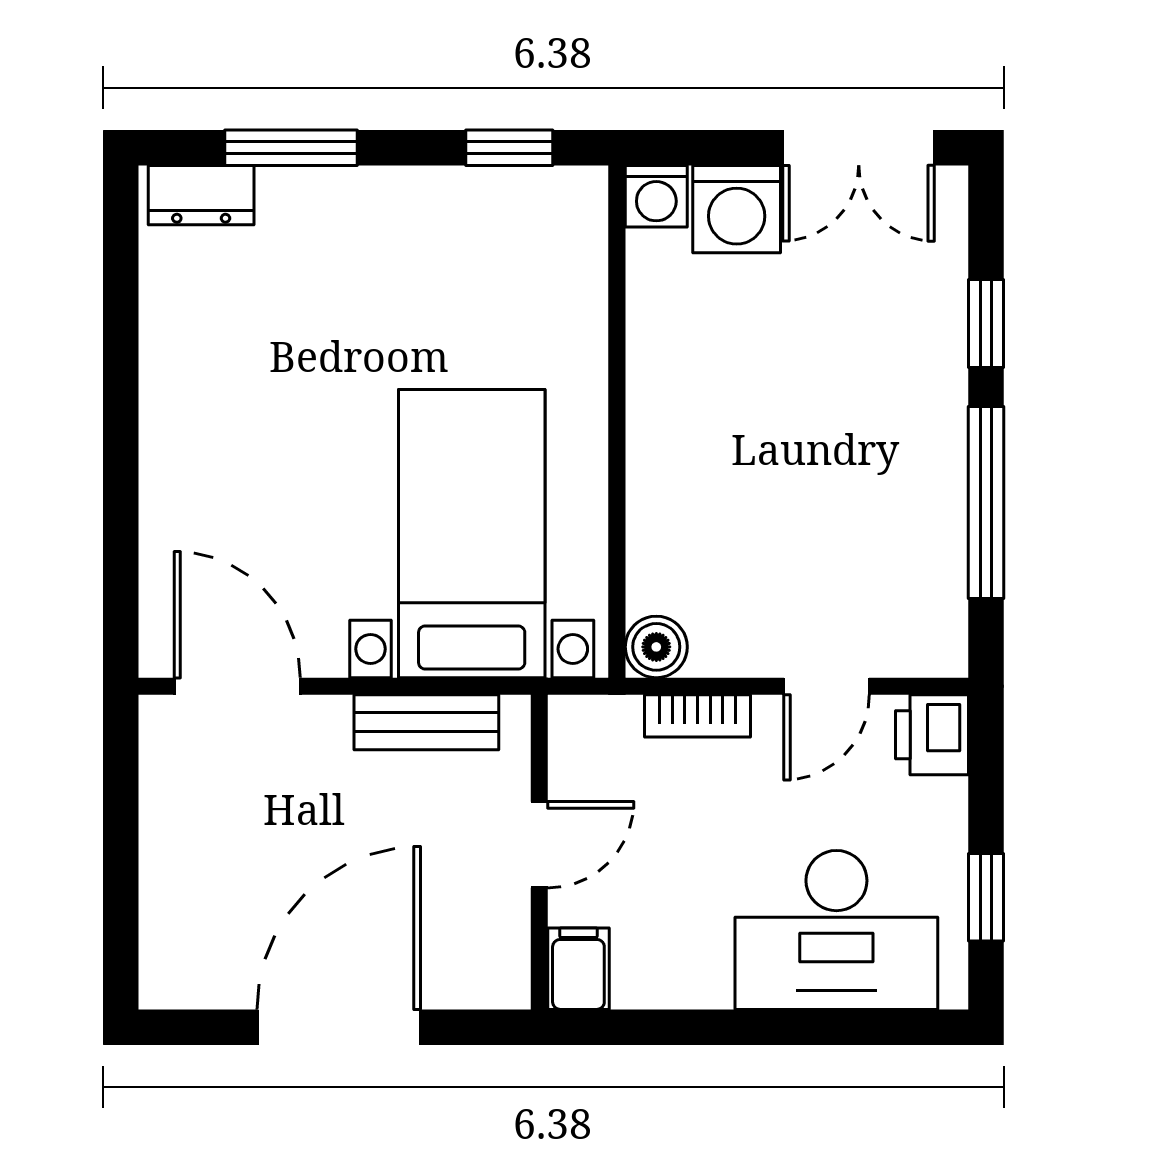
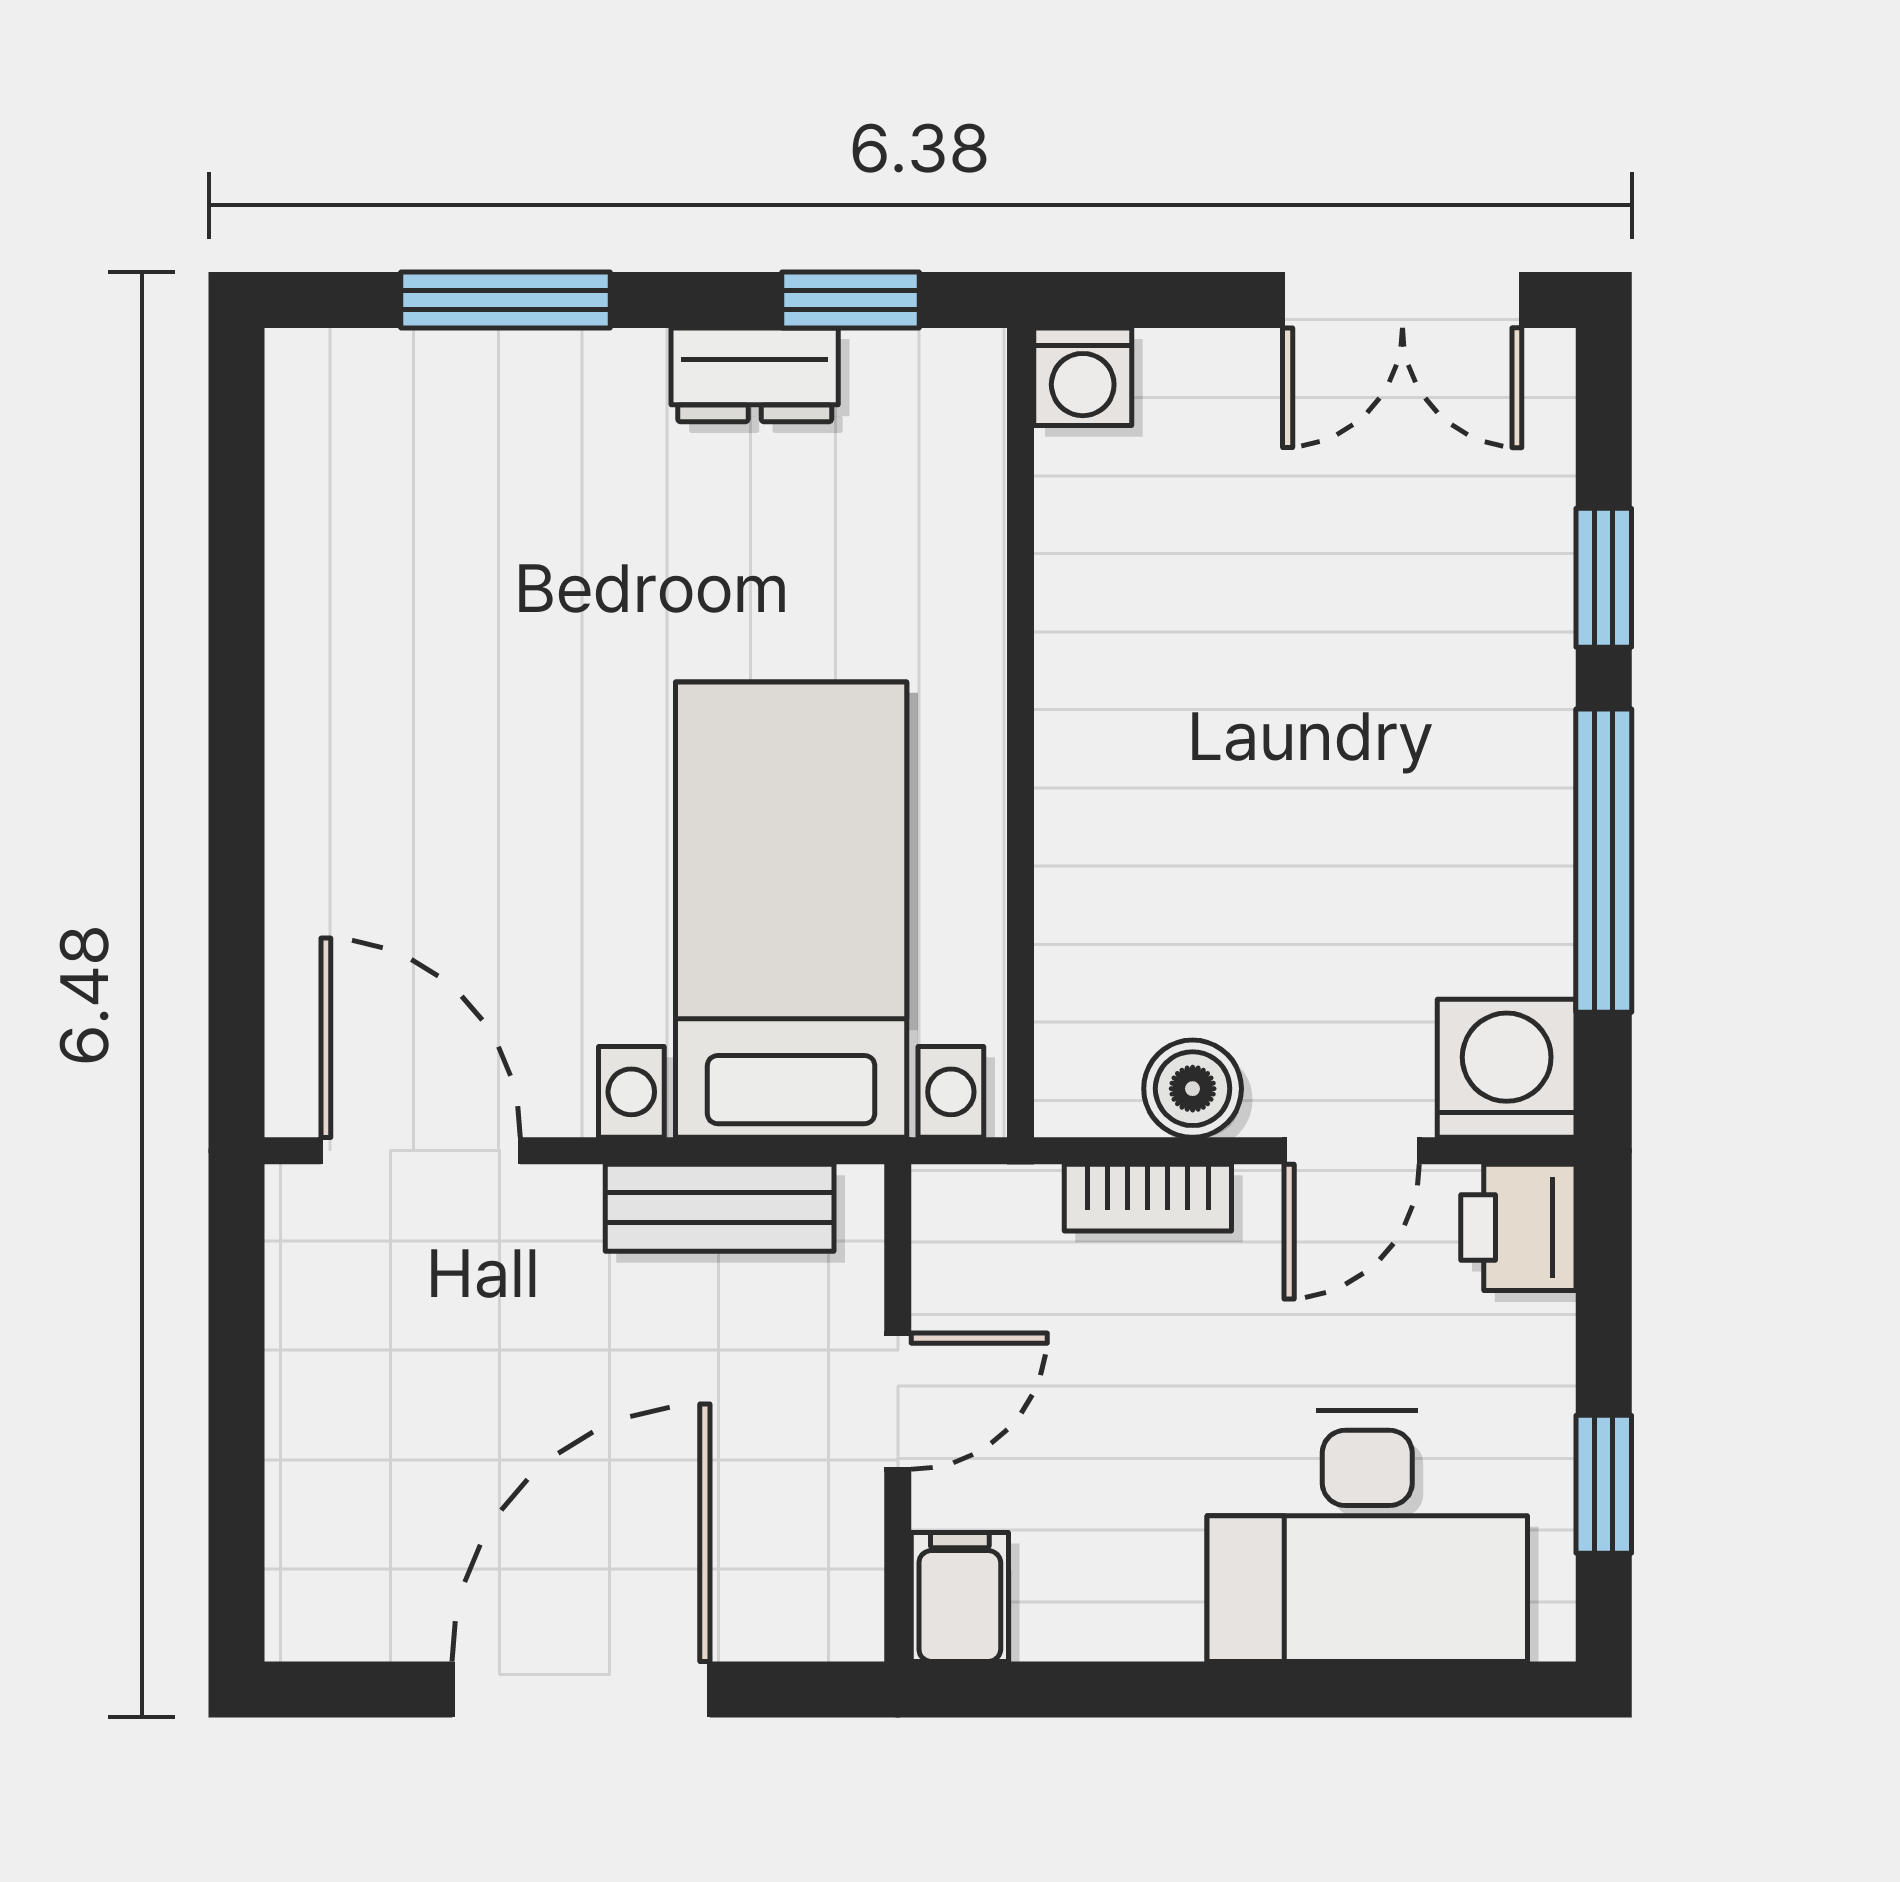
dresser: (201, 195) -> (755, 375), moved
washing machine: (737, 209) -> (1507, 1068), moved, turned 180
boiler: (656, 647) -> (1193, 1089), moved

